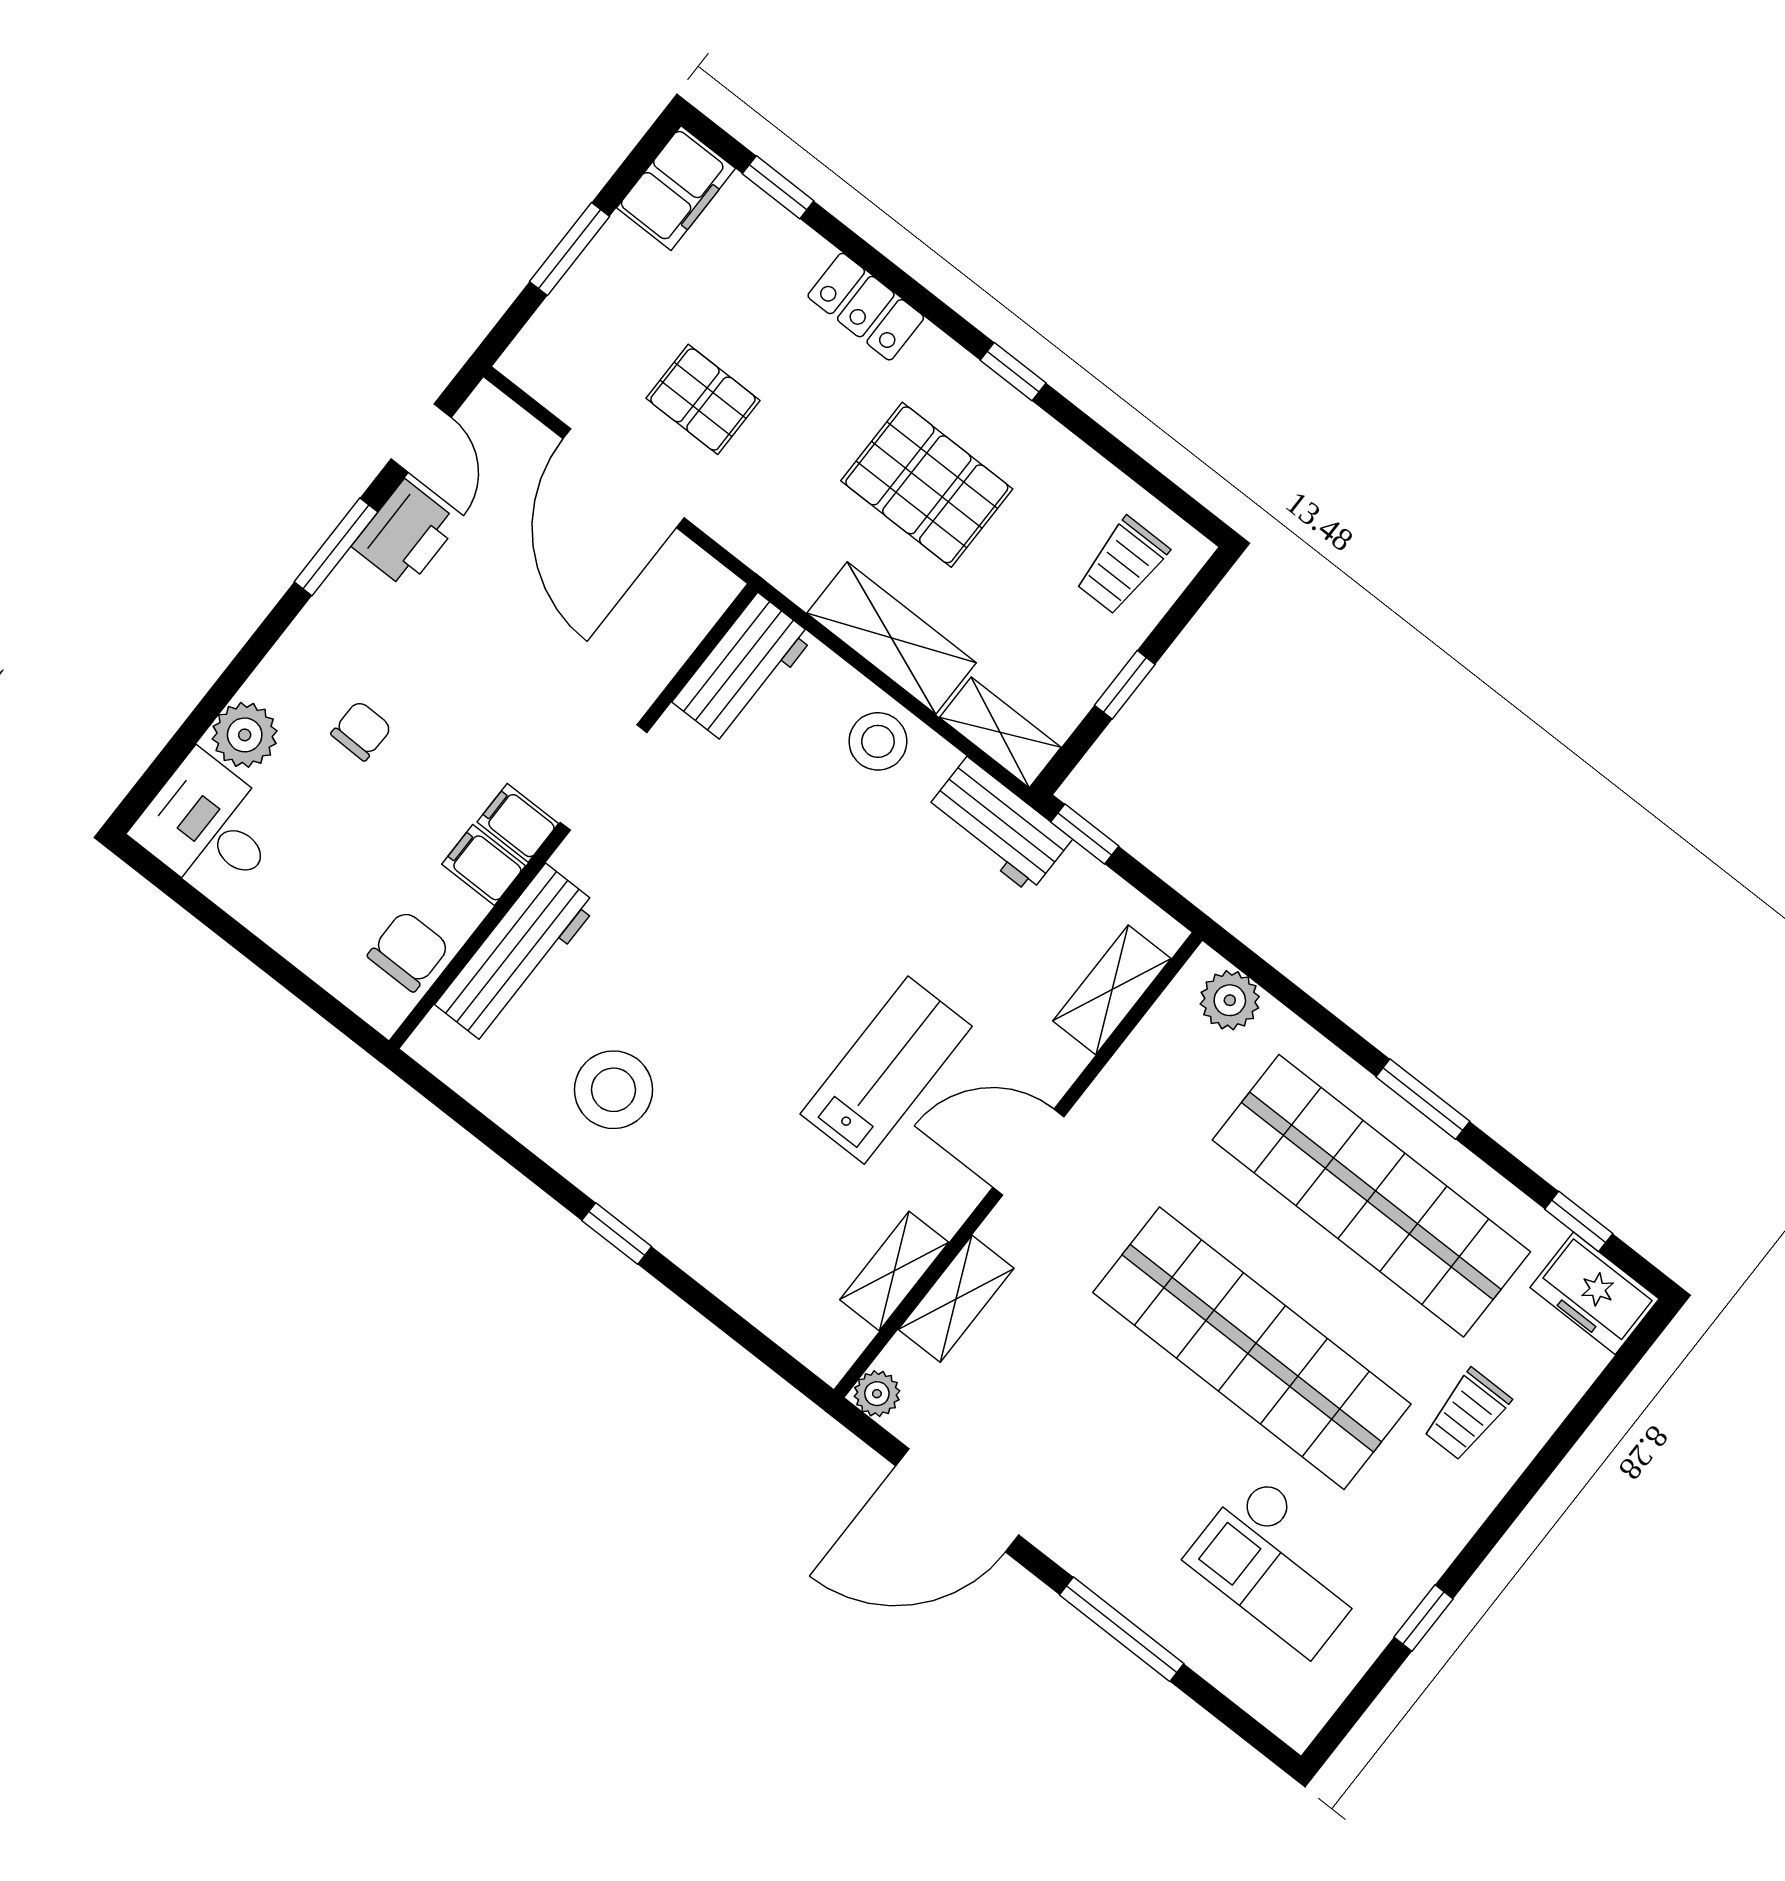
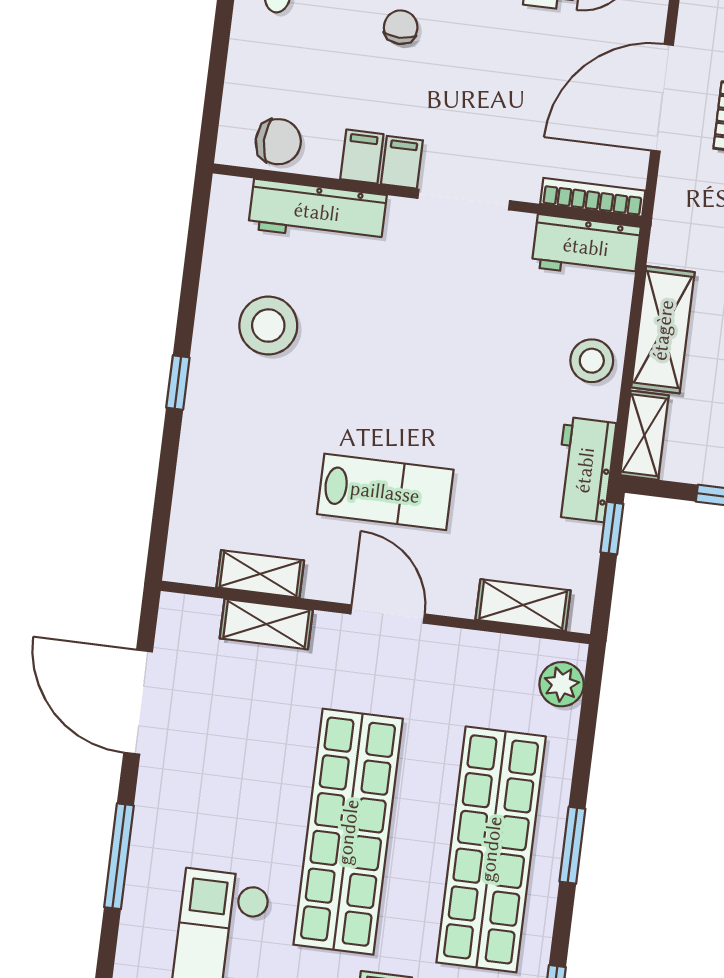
bookcase: (690, 627) -> (593, 197), added
chair: (361, 731) -> (401, 27), turned -91
plant: (877, 1394) -> (175, 610), removed

